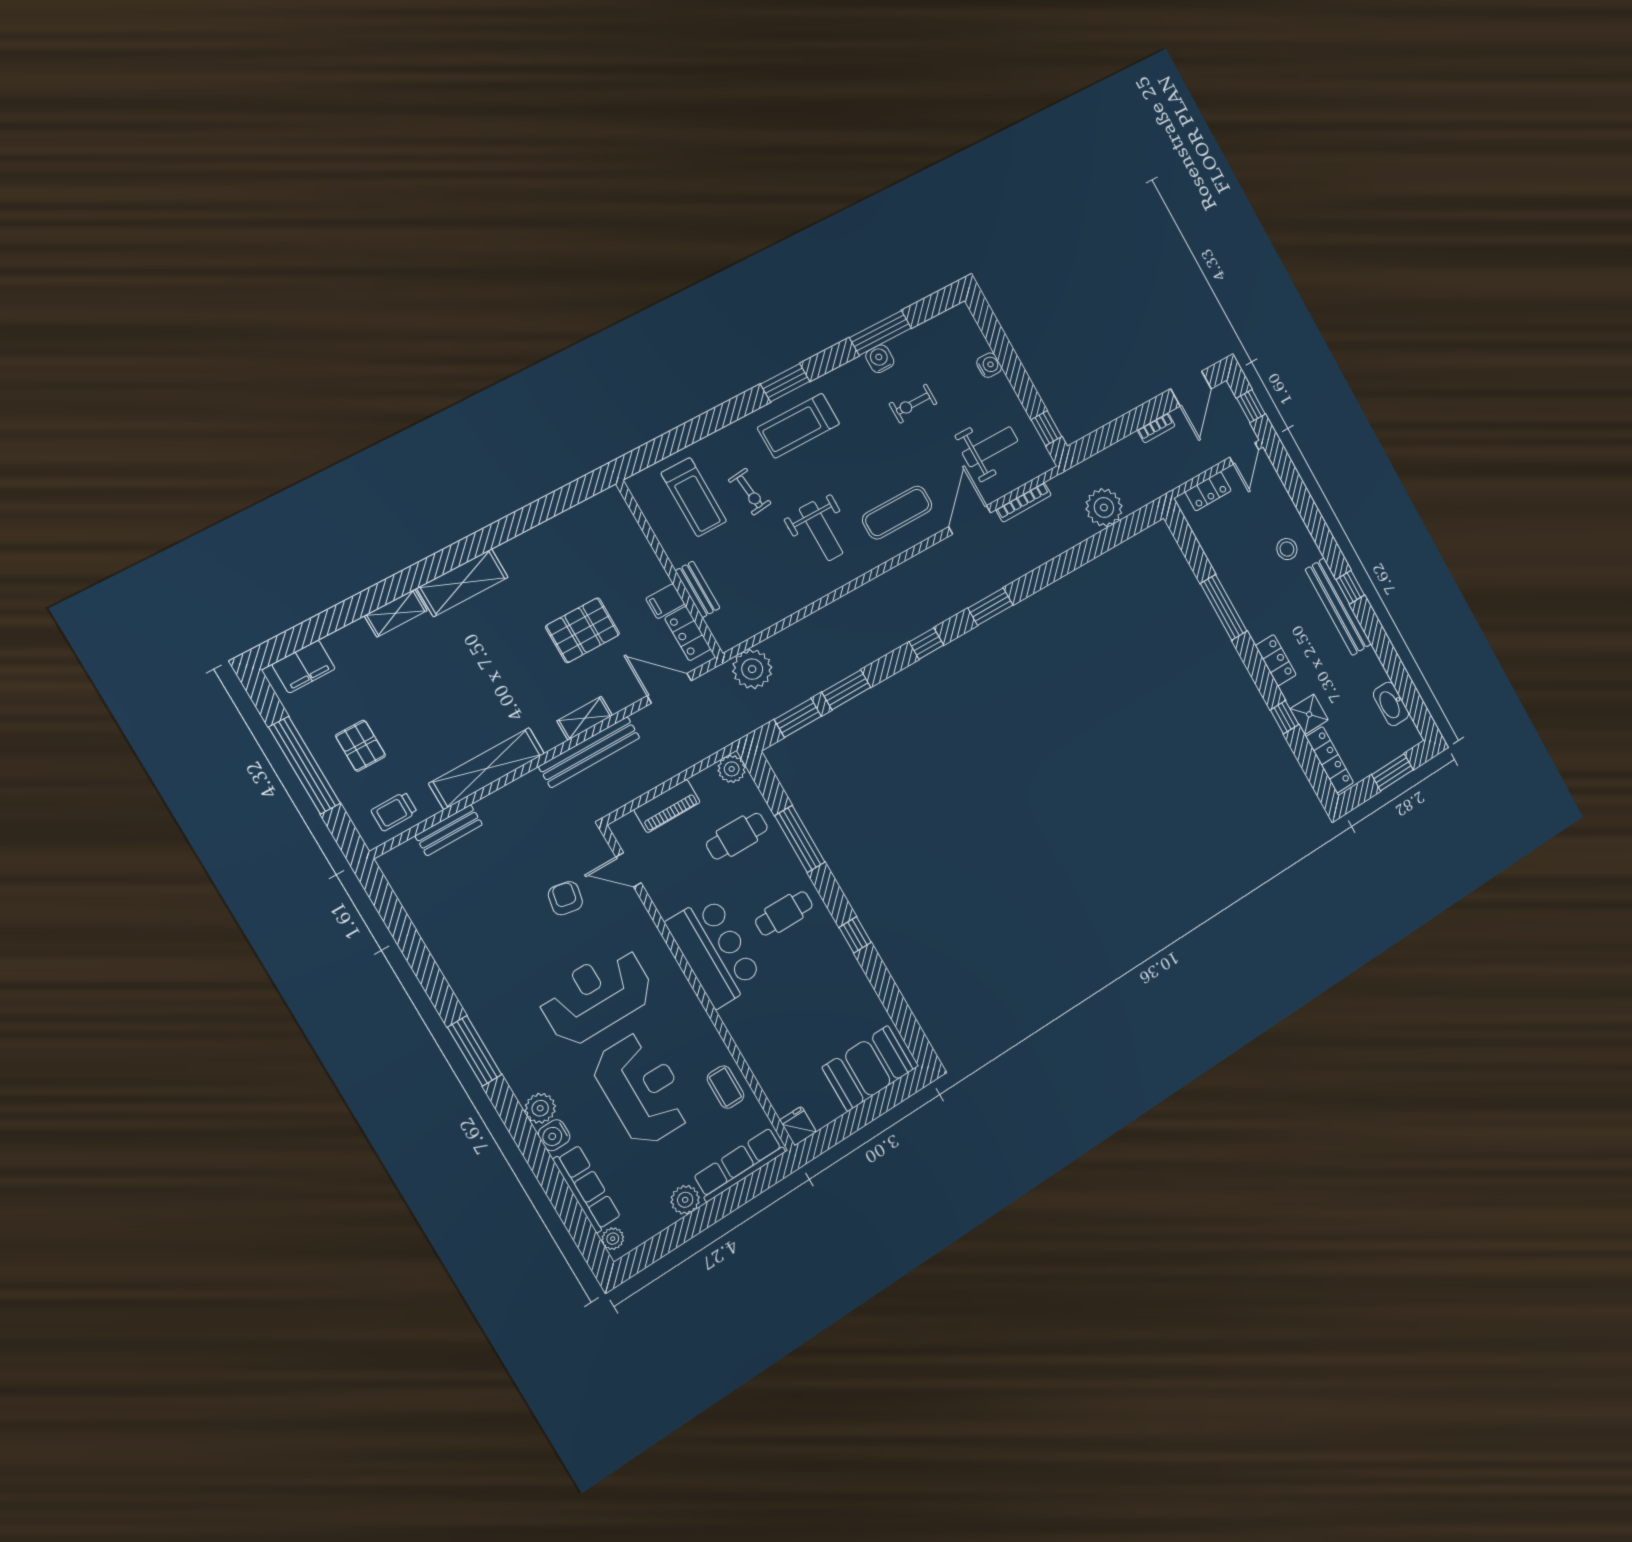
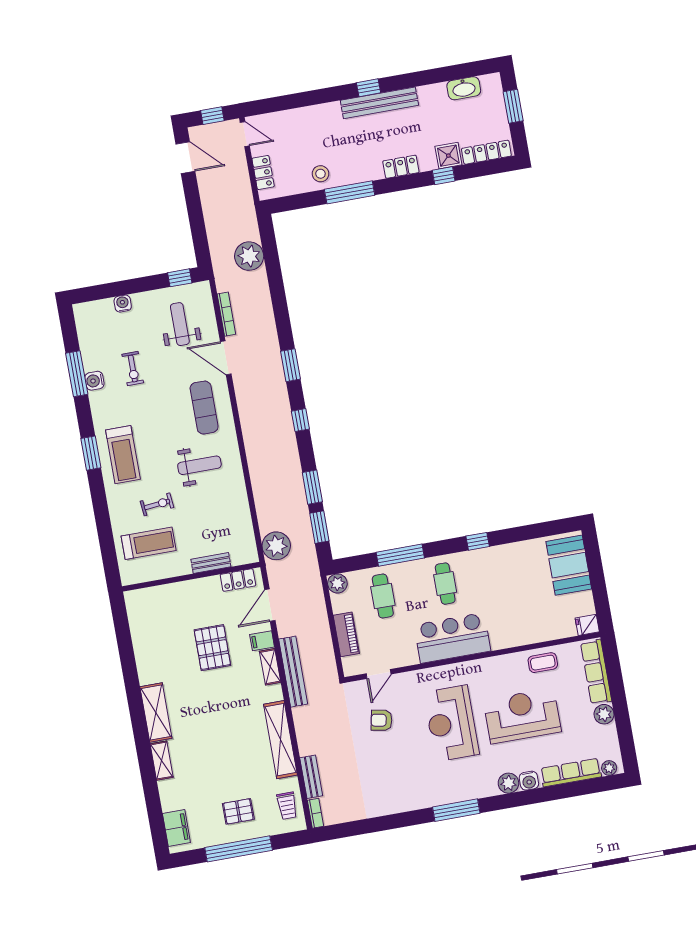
bookcase: (1156, 428) -> (315, 813), moved
stool: (1287, 549) -> (320, 174), moved
filing cabinet: (665, 601) -> (262, 641), moved, turned 90

